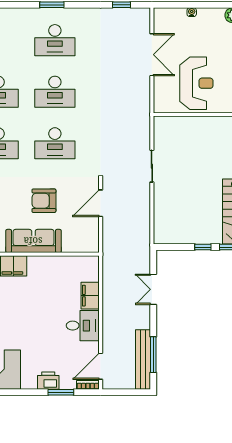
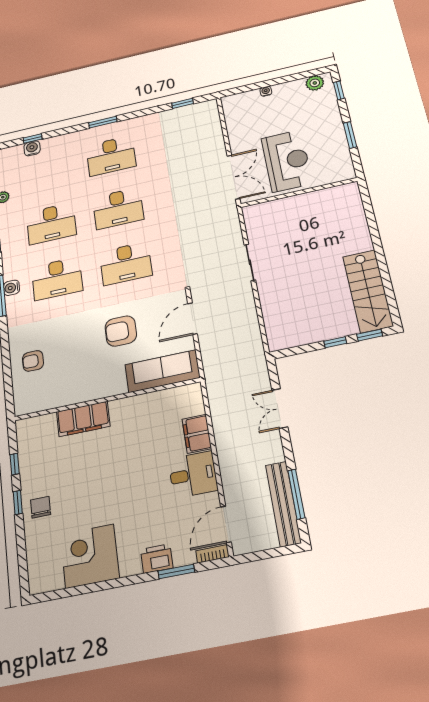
double door: (152, 55) -> (233, 177), moved
sofa: (33, 241) -> (162, 371), moved

